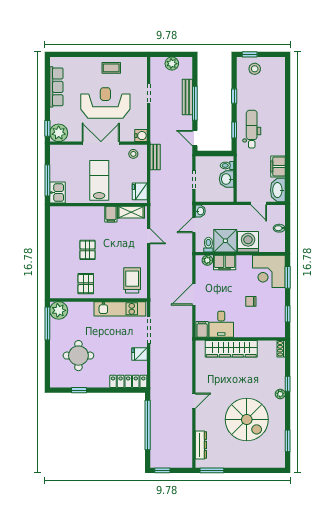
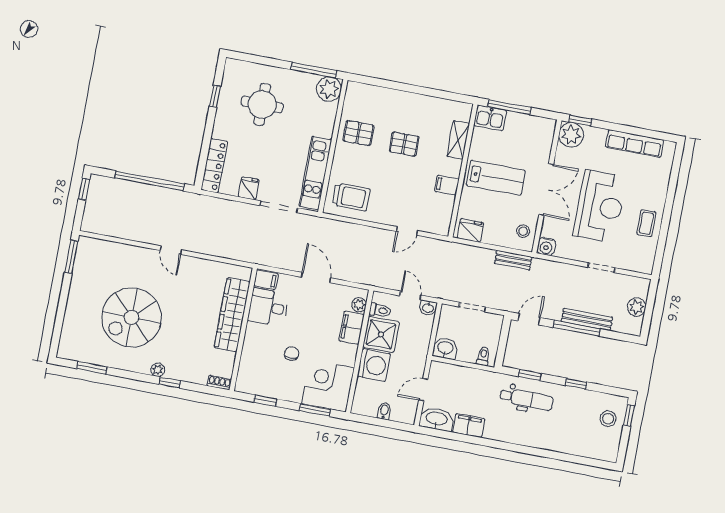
washbasin: (227, 179) -> (445, 348), moved
shelving: (131, 212) -> (458, 140), moved
dresser: (201, 445) -> (109, 248), removed

